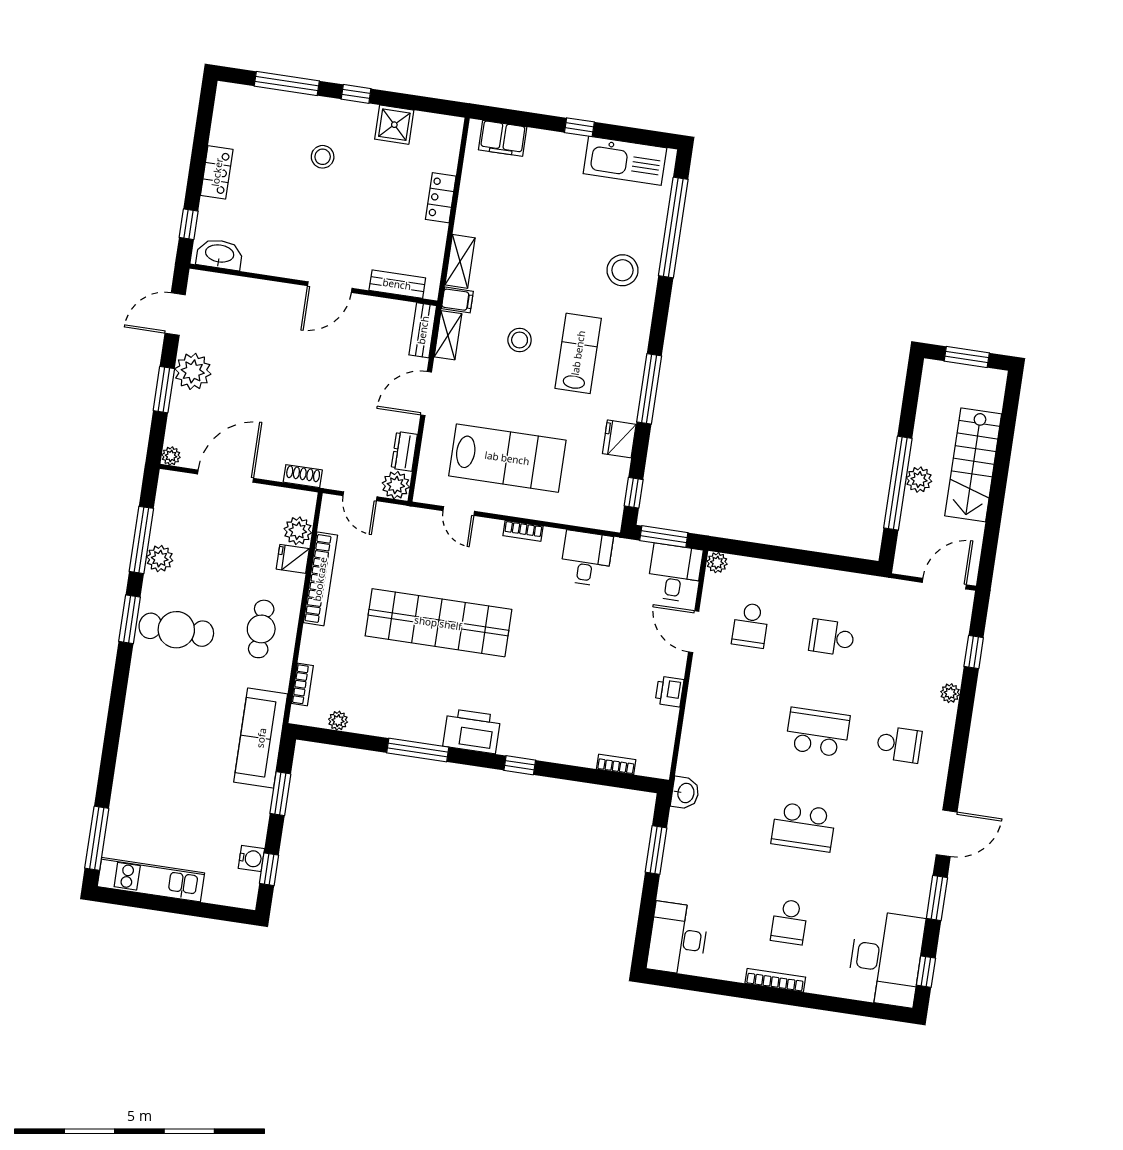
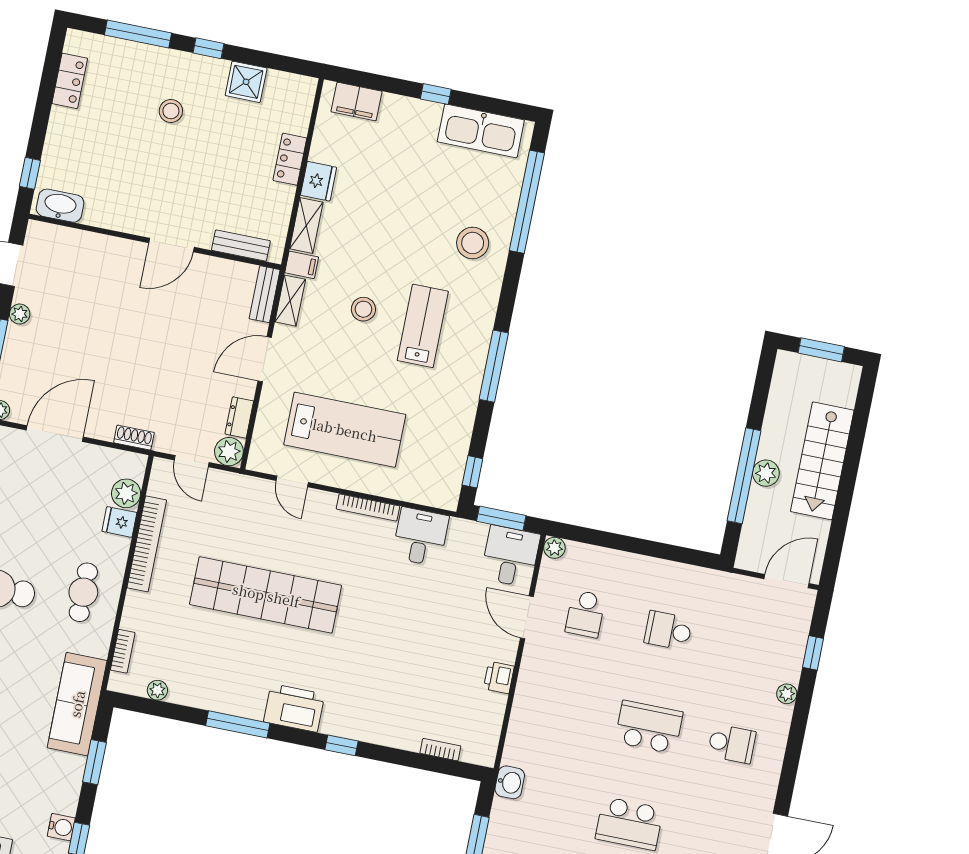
locker: (217, 172) -> (70, 81), moved
plant: (193, 371) -> (20, 314), width x0.53, depth x0.53
fridge: (619, 439) -> (319, 181), moved, turned 180
bookcase: (523, 531) -> (368, 507), width x1.56

